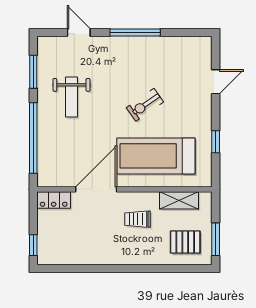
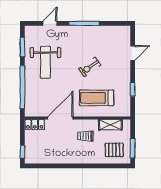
door: (79, 32) -> (50, 23), hinge flipped
weight bench: (71, 97) -> (45, 62), width x1.36, depth x1.33
treadmill: (156, 156) -> (96, 98), width x0.73, depth x0.73

